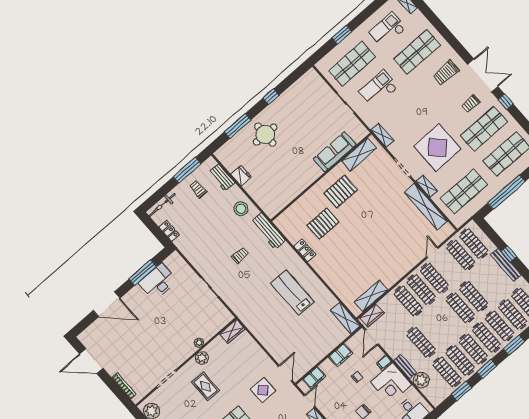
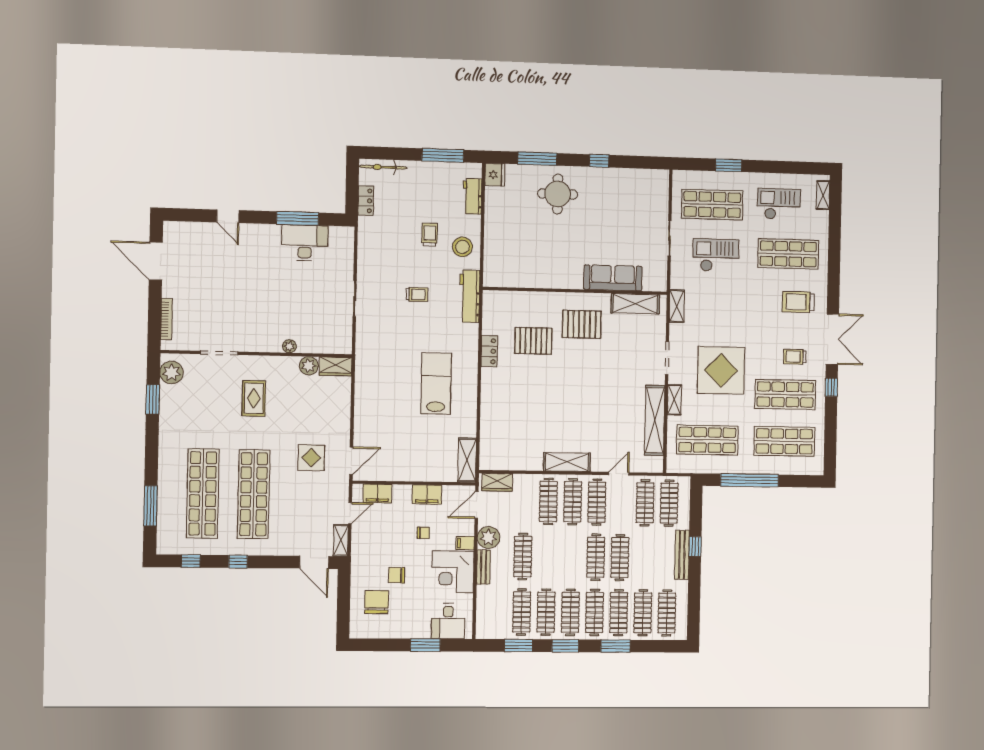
fridge: (241, 176) -> (495, 175), moved
trolley: (198, 189) -> (430, 235), moved
shelving: (371, 296) -> (567, 462), moved
door: (106, 304) -> (228, 216), width x0.53
plant: (202, 358) -> (309, 366), moved
plant: (421, 380) -> (488, 537), moved

